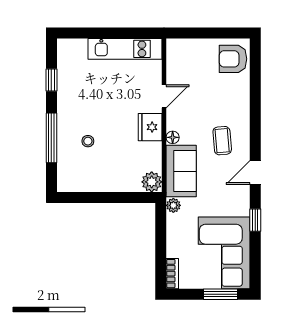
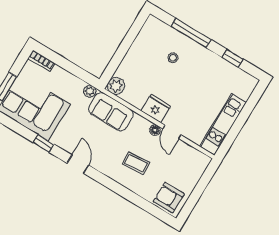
armchair: (233, 59) -> (169, 198), turned -90
floor lamp: (173, 137) -> (155, 130), moved
coffee table: (222, 141) -> (136, 163), moved

